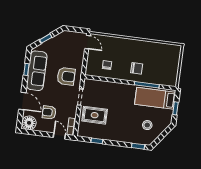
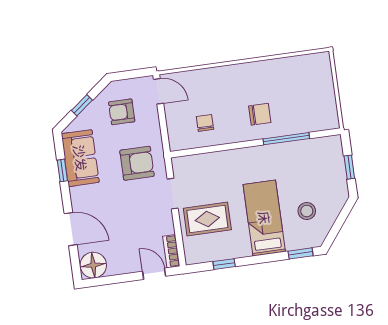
sofa: (37, 71) -> (80, 158), width x0.73
bed: (155, 98) -> (264, 218), moved, turned 90
armchair: (49, 112) -> (122, 112), moved

